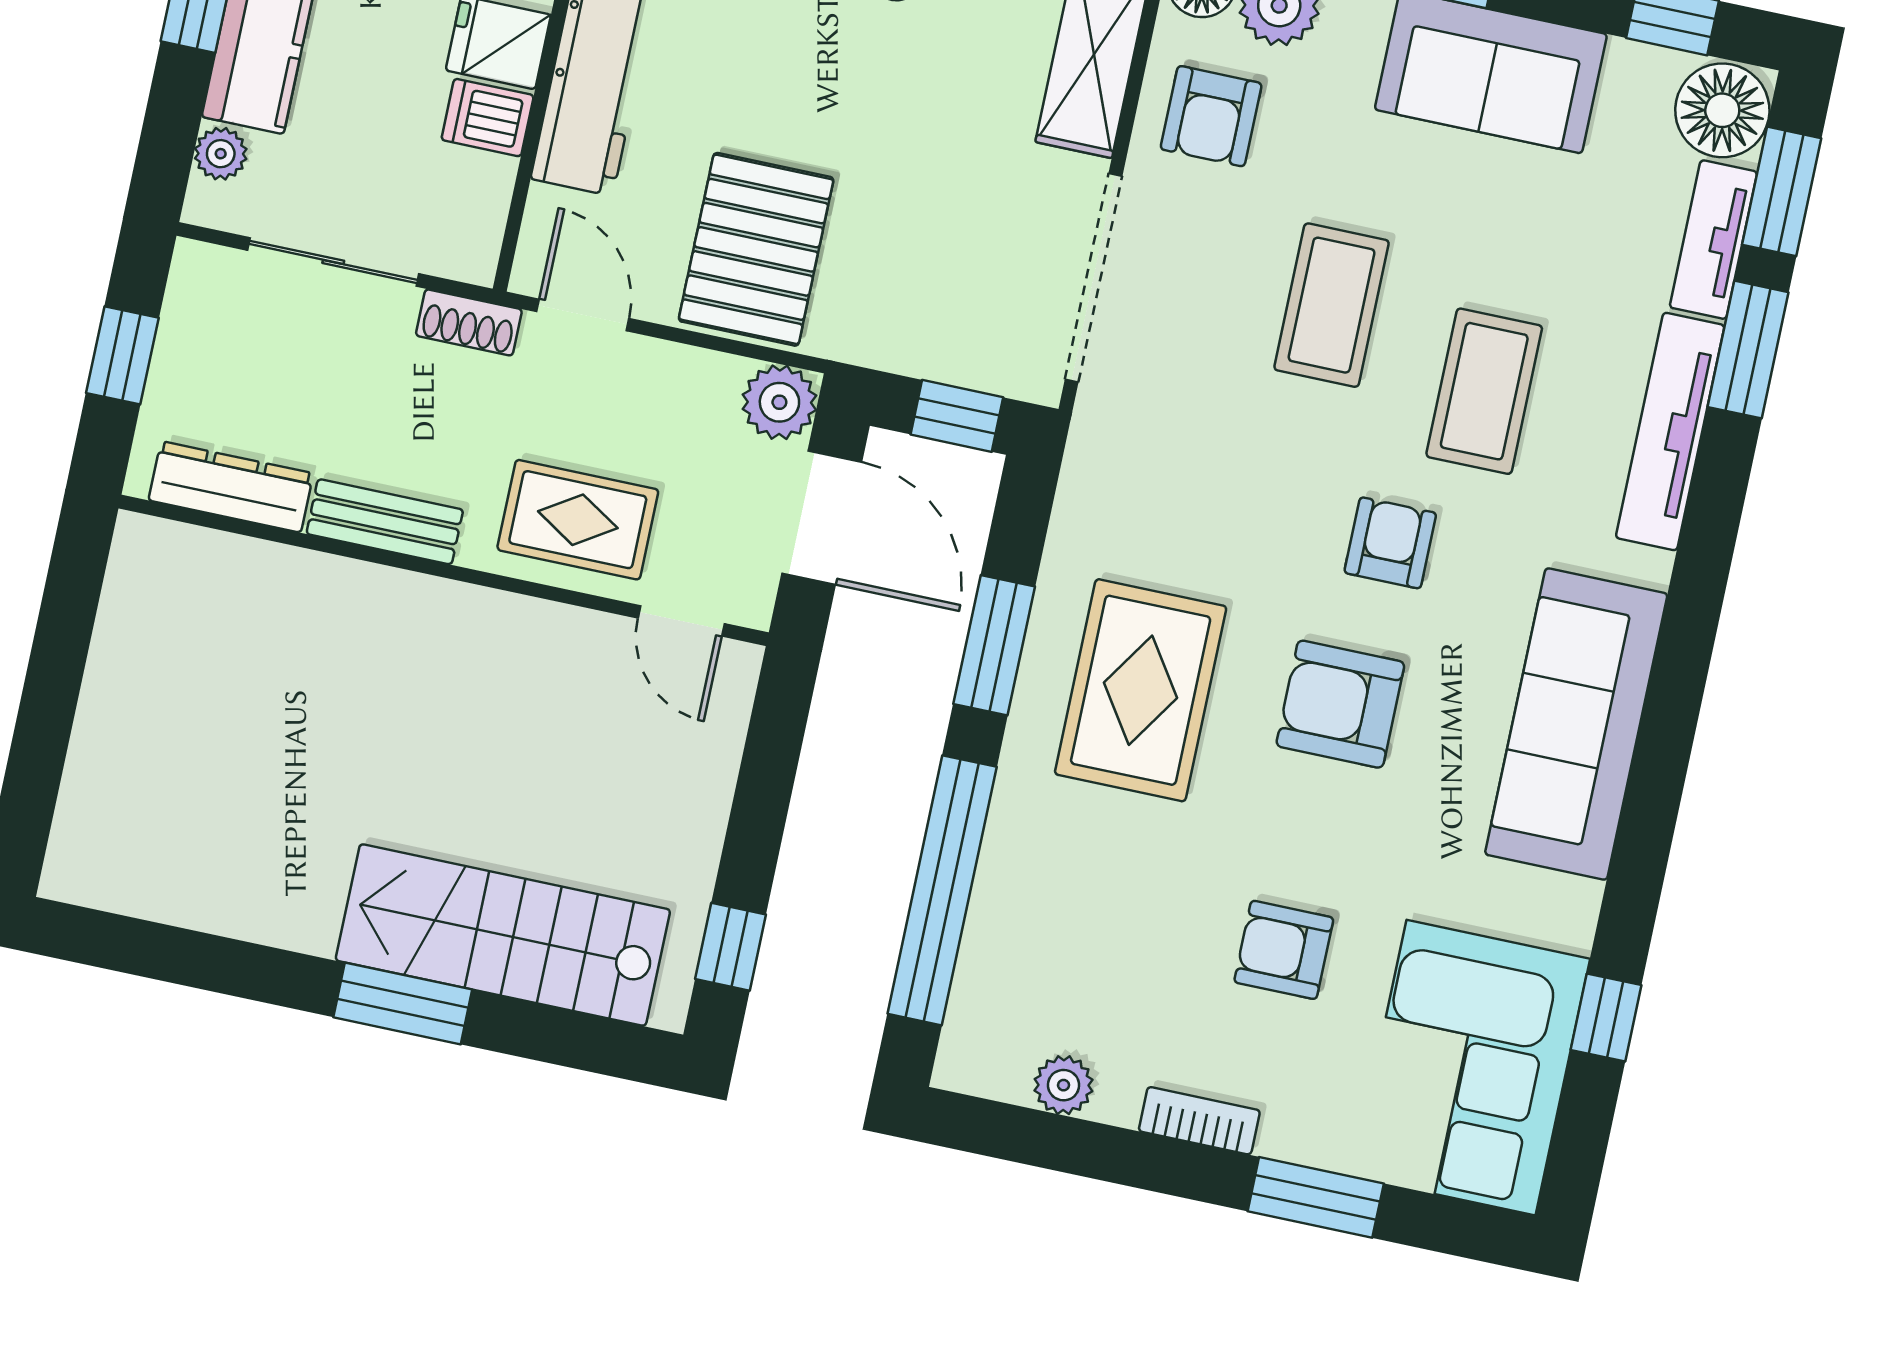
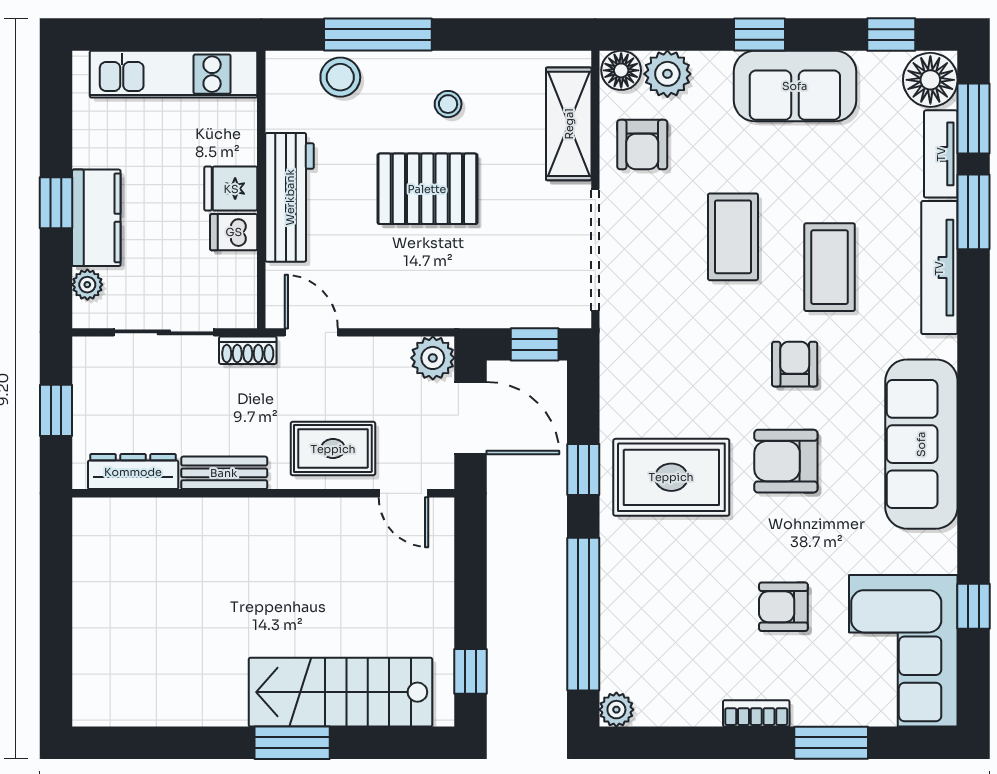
pallet: (756, 249) -> (427, 189), moved, turned 90
window: (994, 645) -> (583, 469), width x0.67
rug: (1141, 690) -> (671, 477), turned 90
plant: (1064, 1085) -> (616, 710), moved

